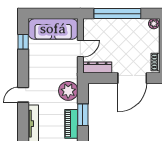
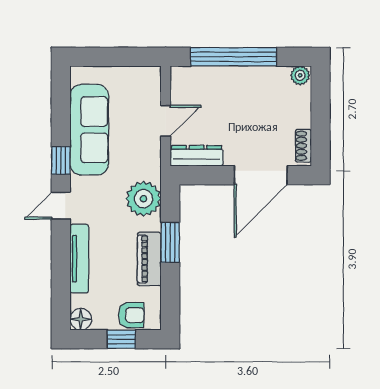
sofa: (53, 29) -> (89, 130), moved, turned -90
window: (23, 42) -> (61, 160), moved

